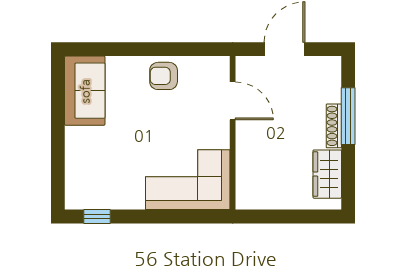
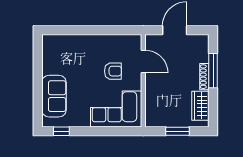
armchair: (164, 76) -> (113, 71), moved, turned 180
sofa: (85, 91) -> (54, 96), moved
window: (289, 217) -> (177, 131), added

